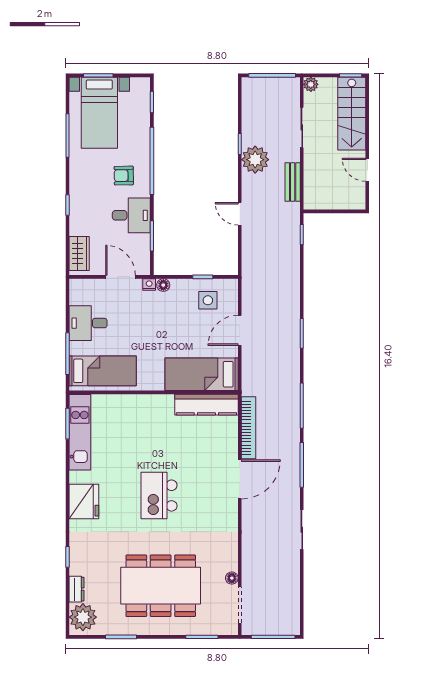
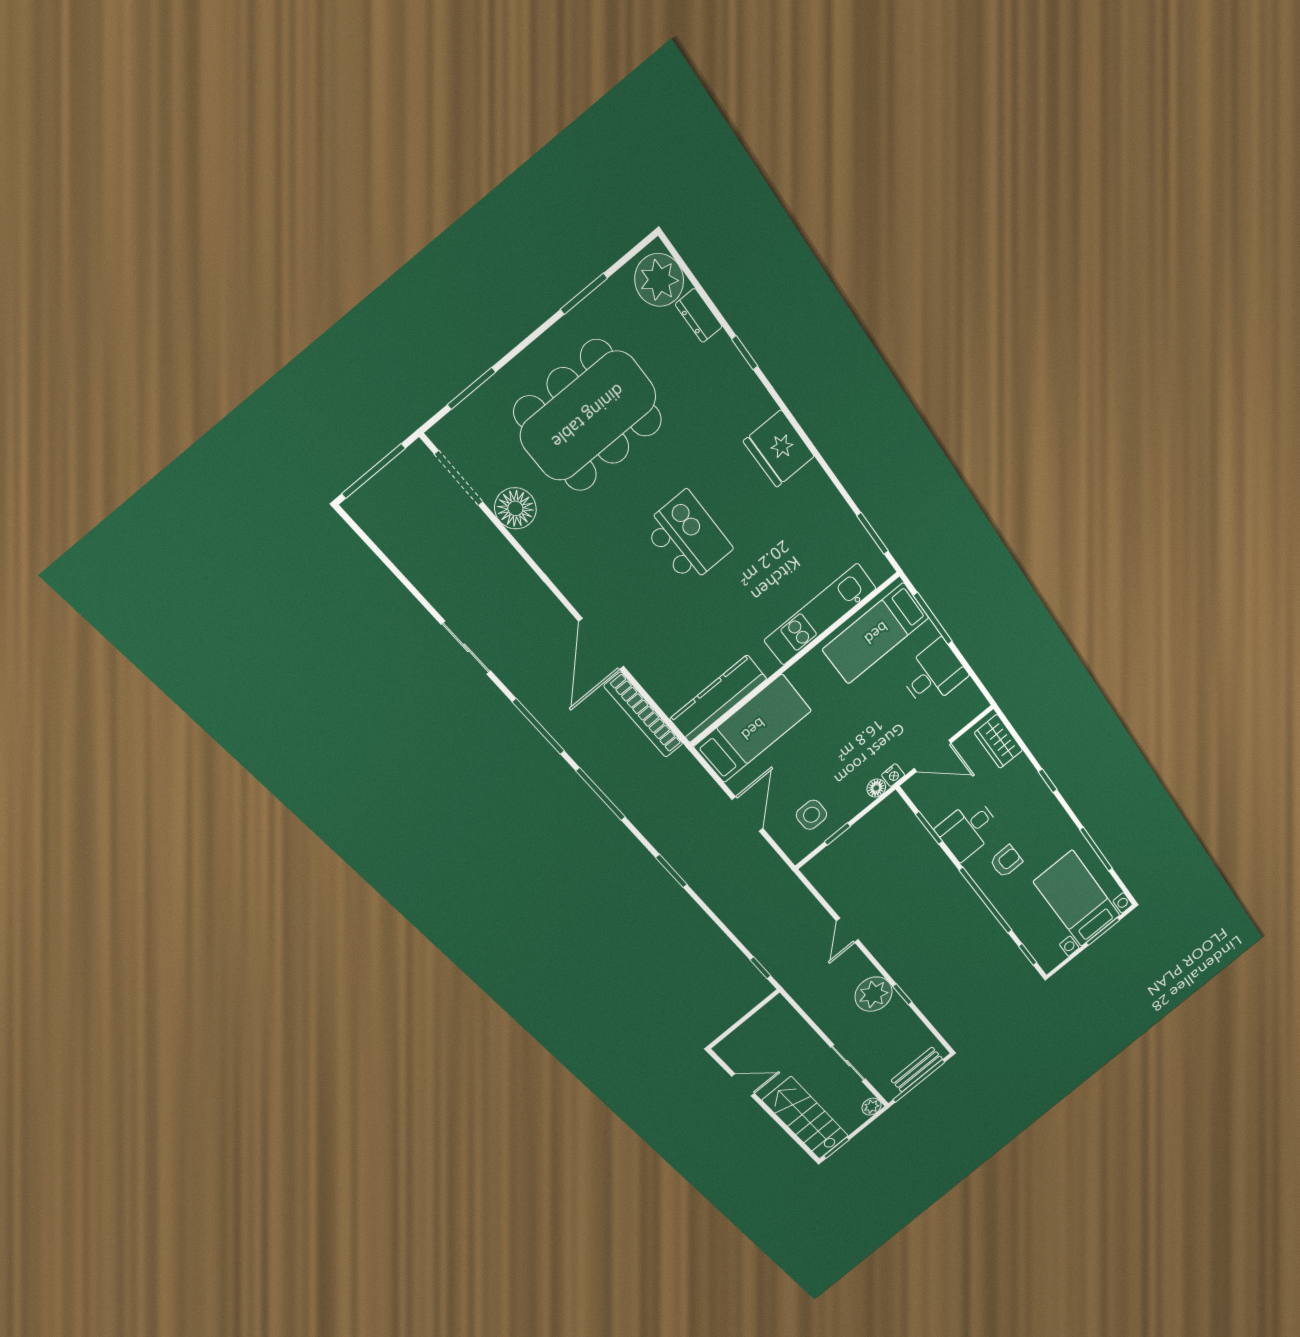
bench: (293, 182) -> (917, 1070), moved, turned 90
door: (240, 214) -> (847, 930), swing flipped
kitchen unit: (80, 432) -> (820, 614), moved, turned 90
floor lamp: (232, 578) -> (515, 508), width x1.89, depth x1.89

